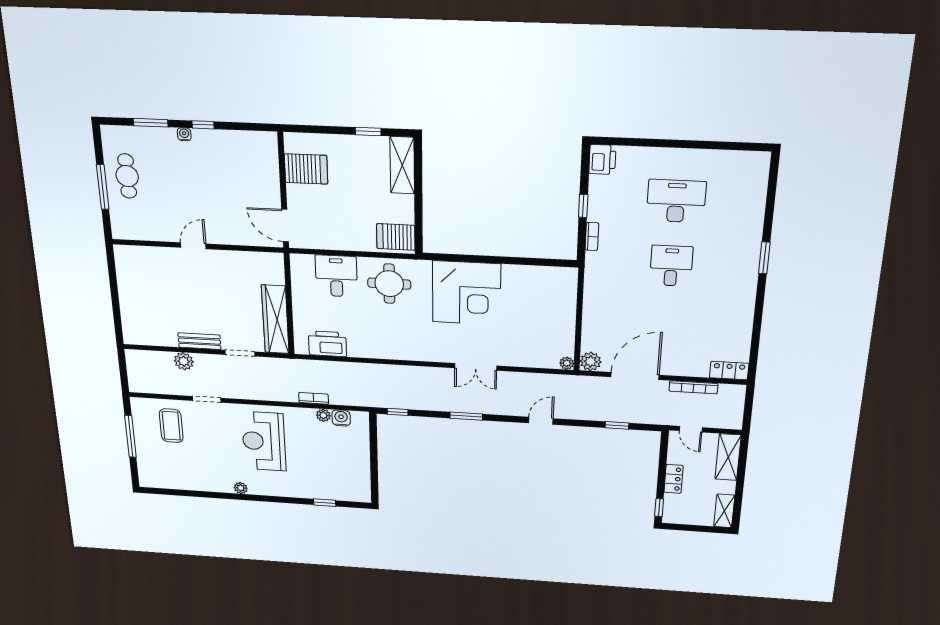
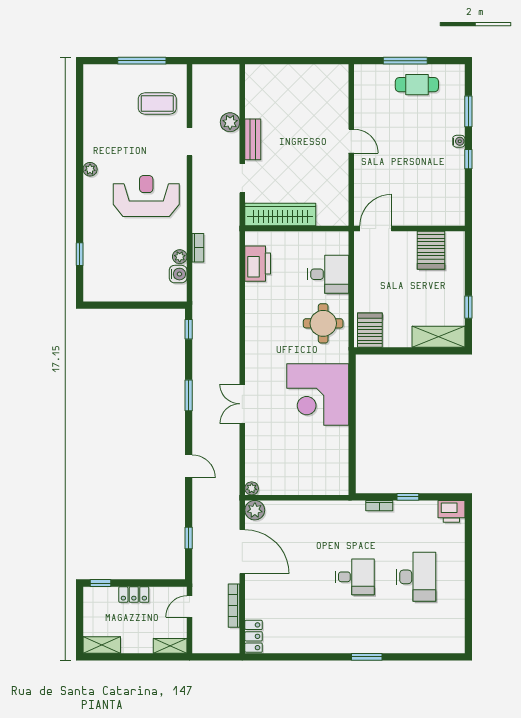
shelving: (728, 457) -> (170, 646), width x0.67, depth x0.75

